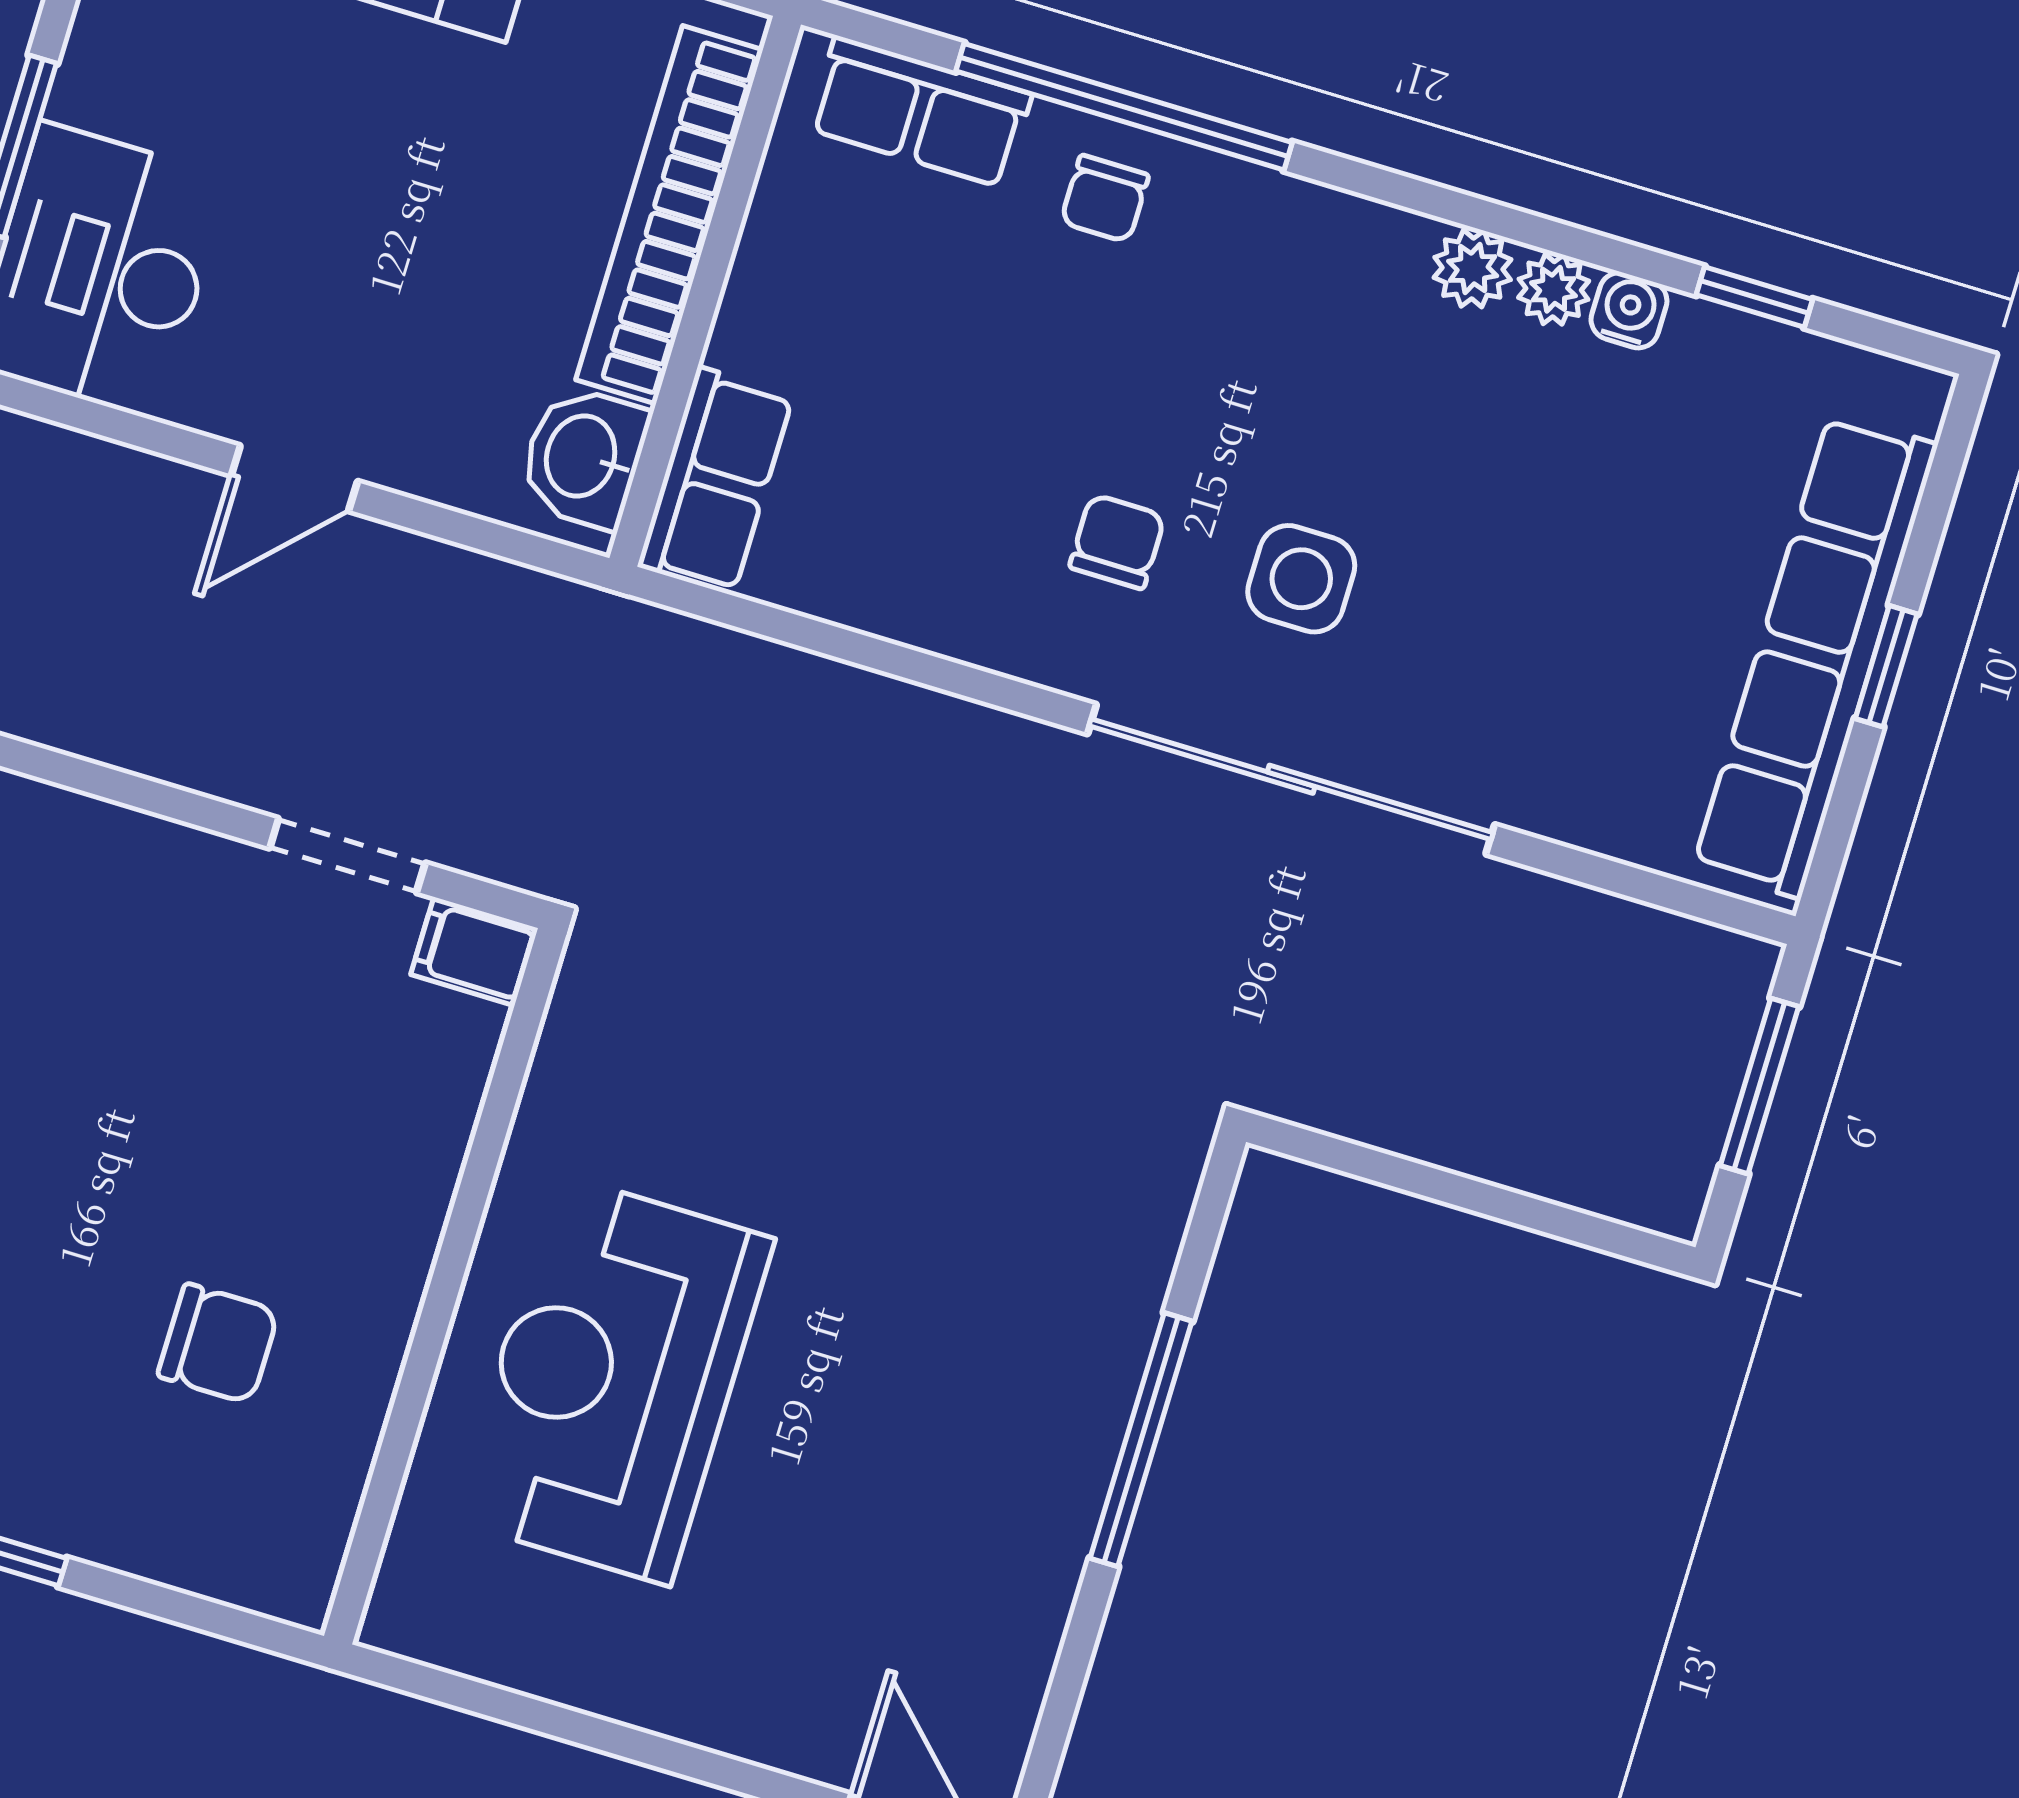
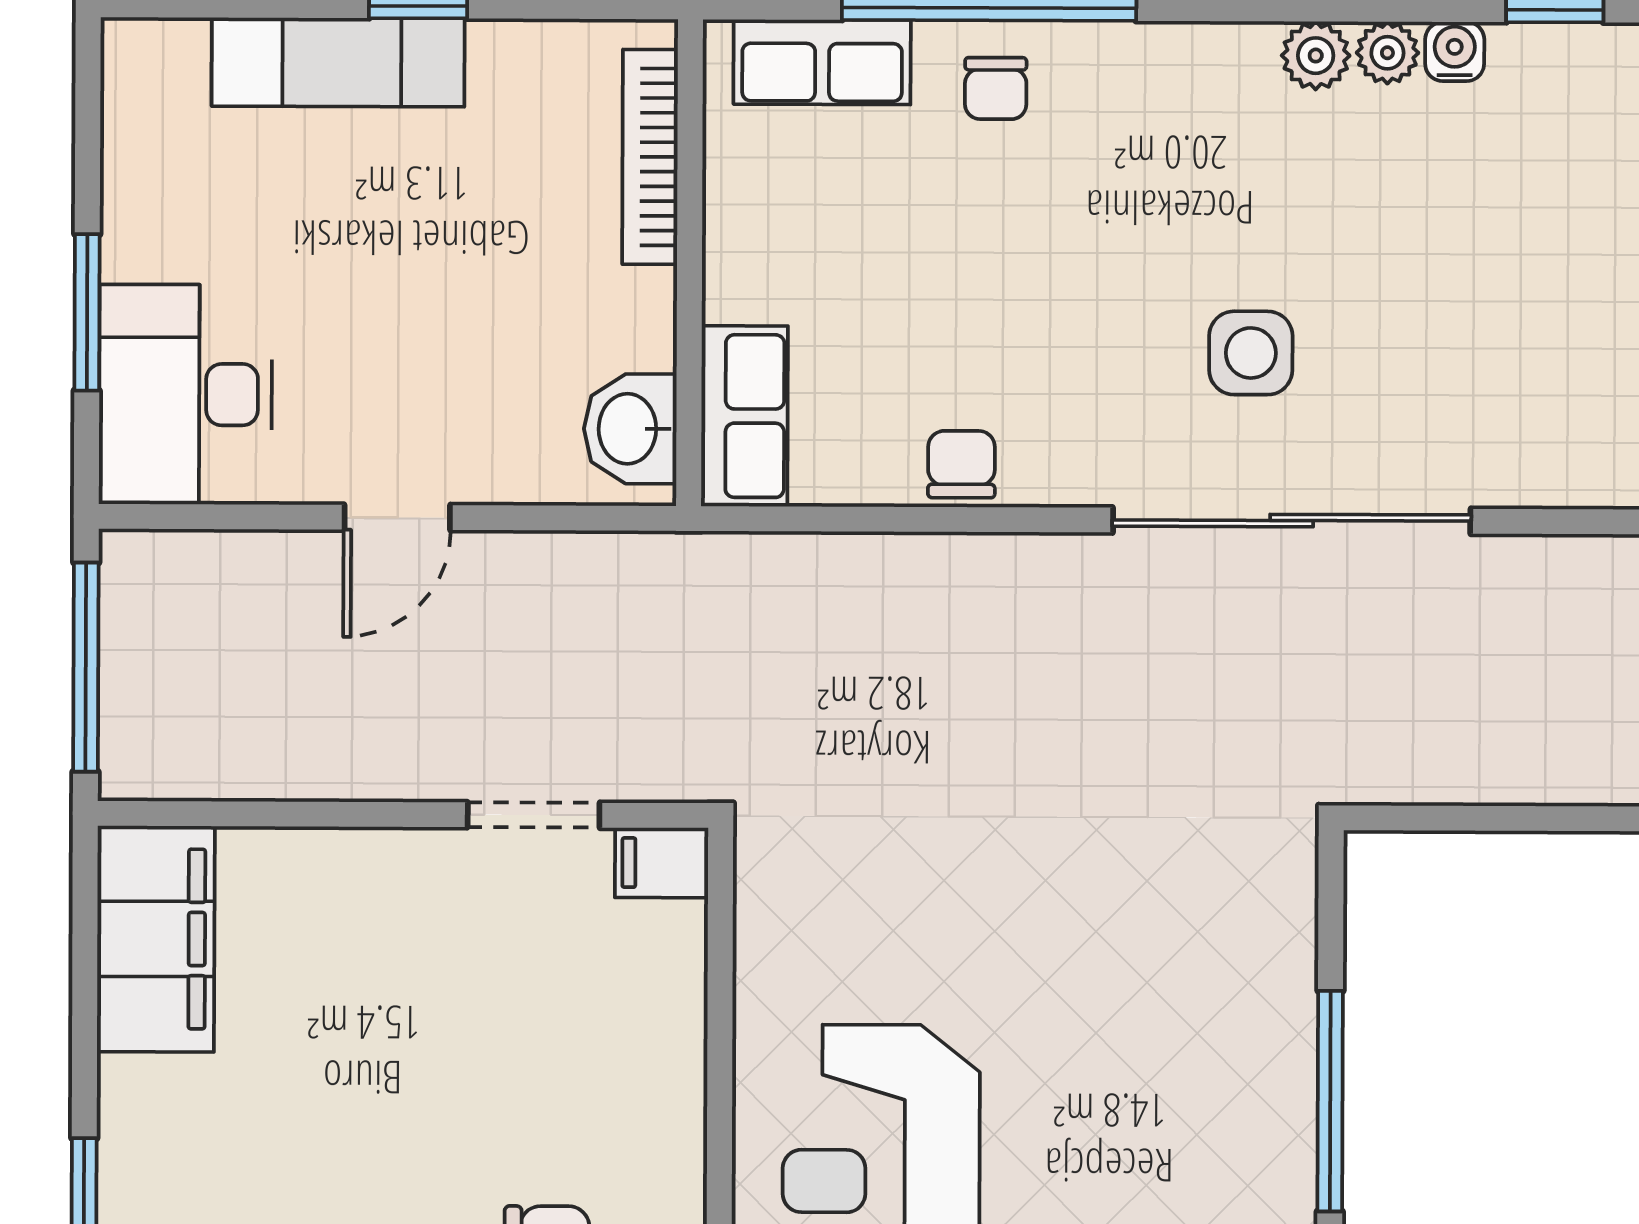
bookcase: (669, 215) -> (650, 157), width x0.68, depth x0.76
chair: (1117, 542) -> (961, 464), moved

